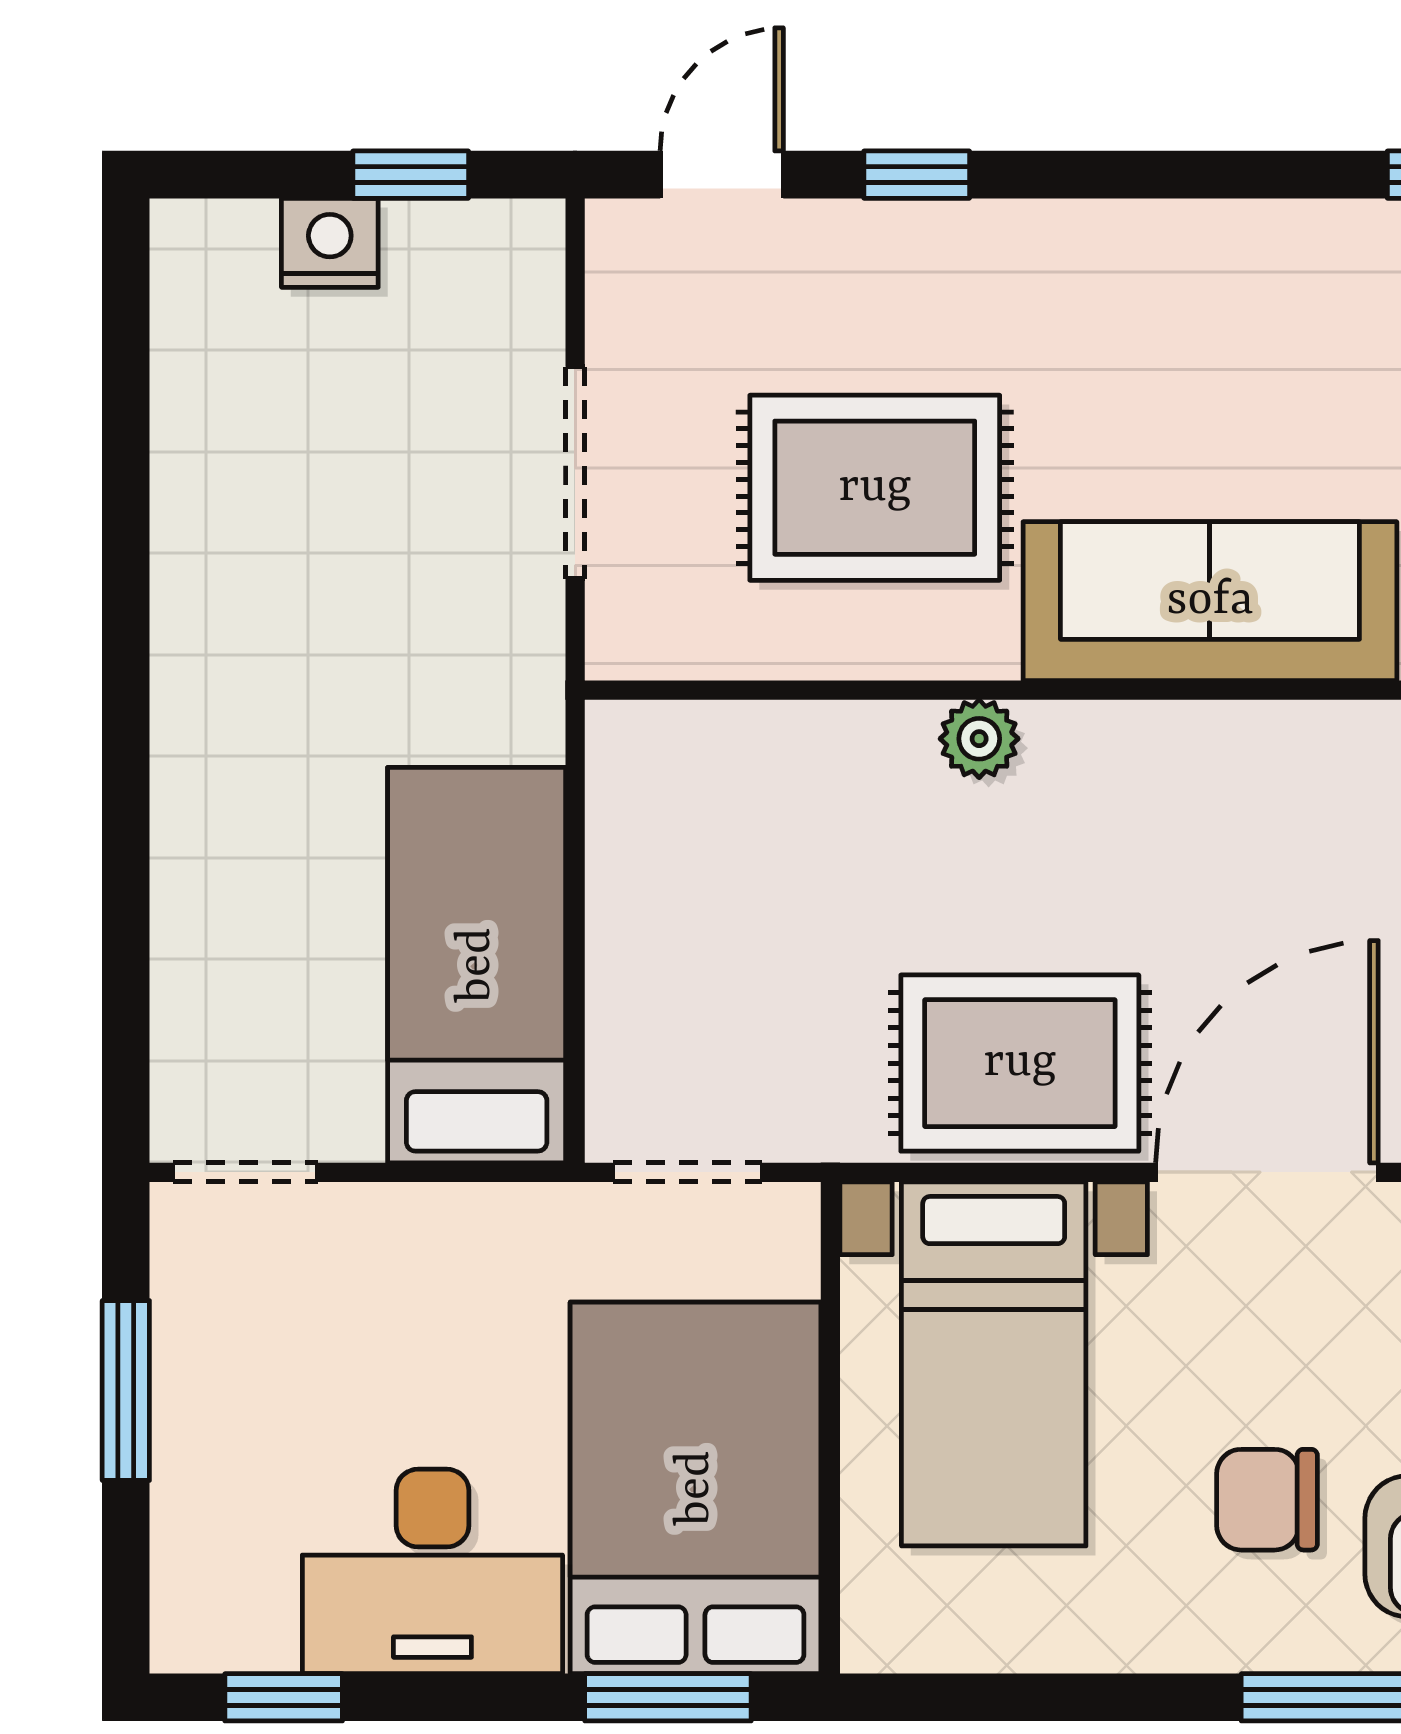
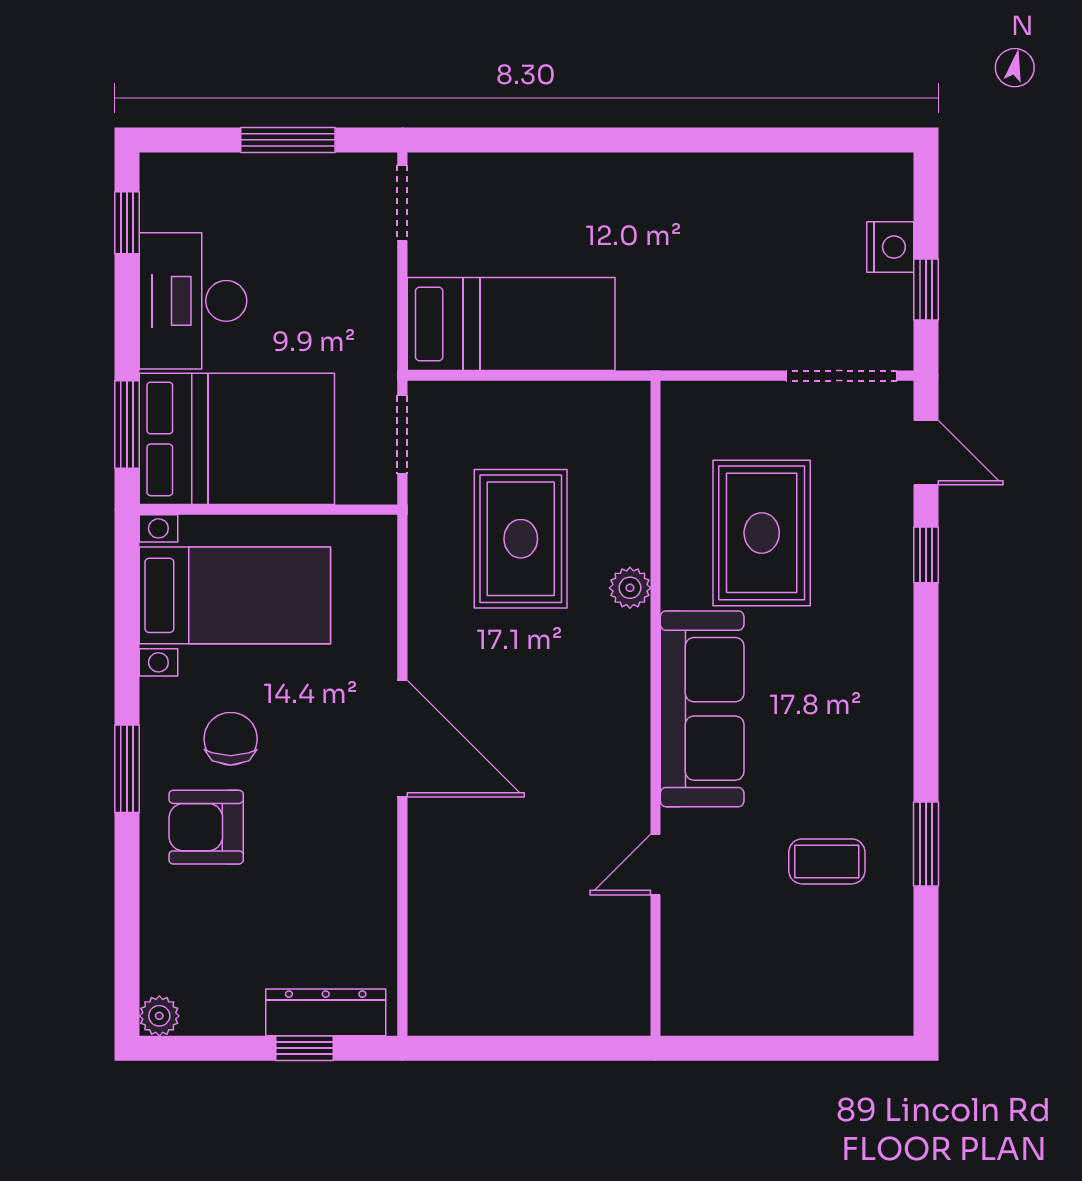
doorway: (575, 473) -> (842, 376), moved
rug: (1020, 1063) -> (521, 539), moved
bed with nightstands: (994, 1364) -> (235, 595), moved, turned 180

